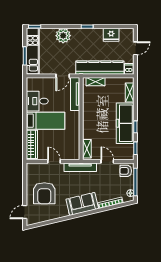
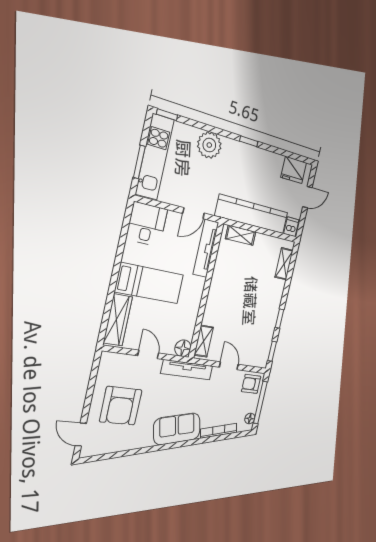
fridge: (111, 35) -> (294, 170), moved
desk: (37, 101) -> (147, 224), moved, turned 90
freezer: (125, 123) -> (267, 310), removed
floor lamp: (75, 155) -> (183, 348), added
door: (25, 212) -> (81, 435), hinge flipped

